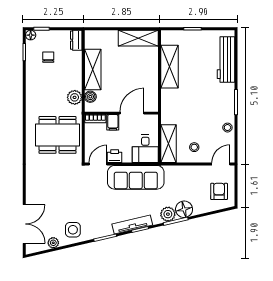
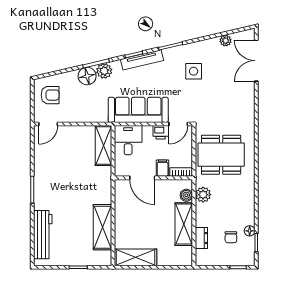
floor lamp: (31, 35) -> (250, 231), moved
dresser: (76, 40) -> (201, 238), moved
door: (132, 113) -> (142, 178), hinge flipped
stool: (227, 128) -> (41, 163), removed
stool: (194, 147) -> (76, 142), removed
armchair: (219, 191) -> (50, 95), turned -90
side table: (73, 230) -> (194, 71), moved

